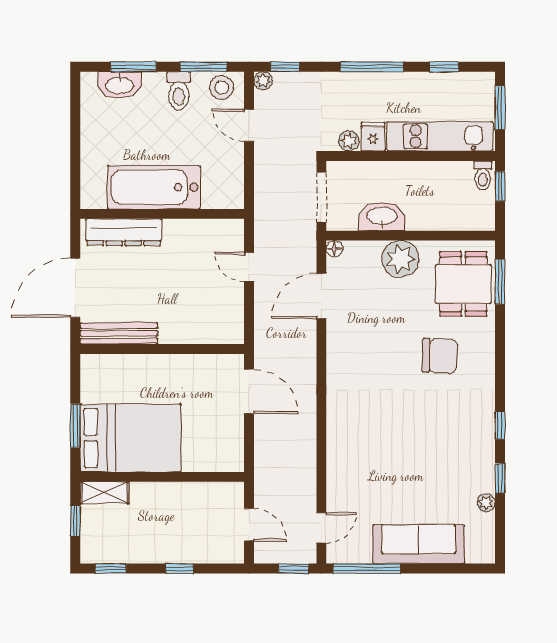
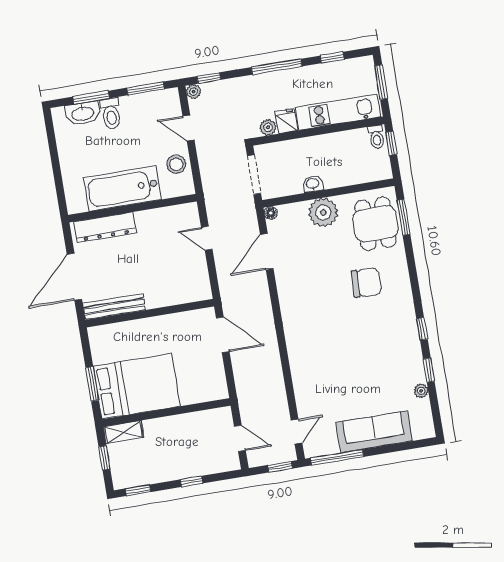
stool: (222, 87) -> (176, 164), moved
toilet: (179, 91) -> (111, 114), moved
washbasin: (382, 217) -> (313, 184), width x0.52, depth x0.69

